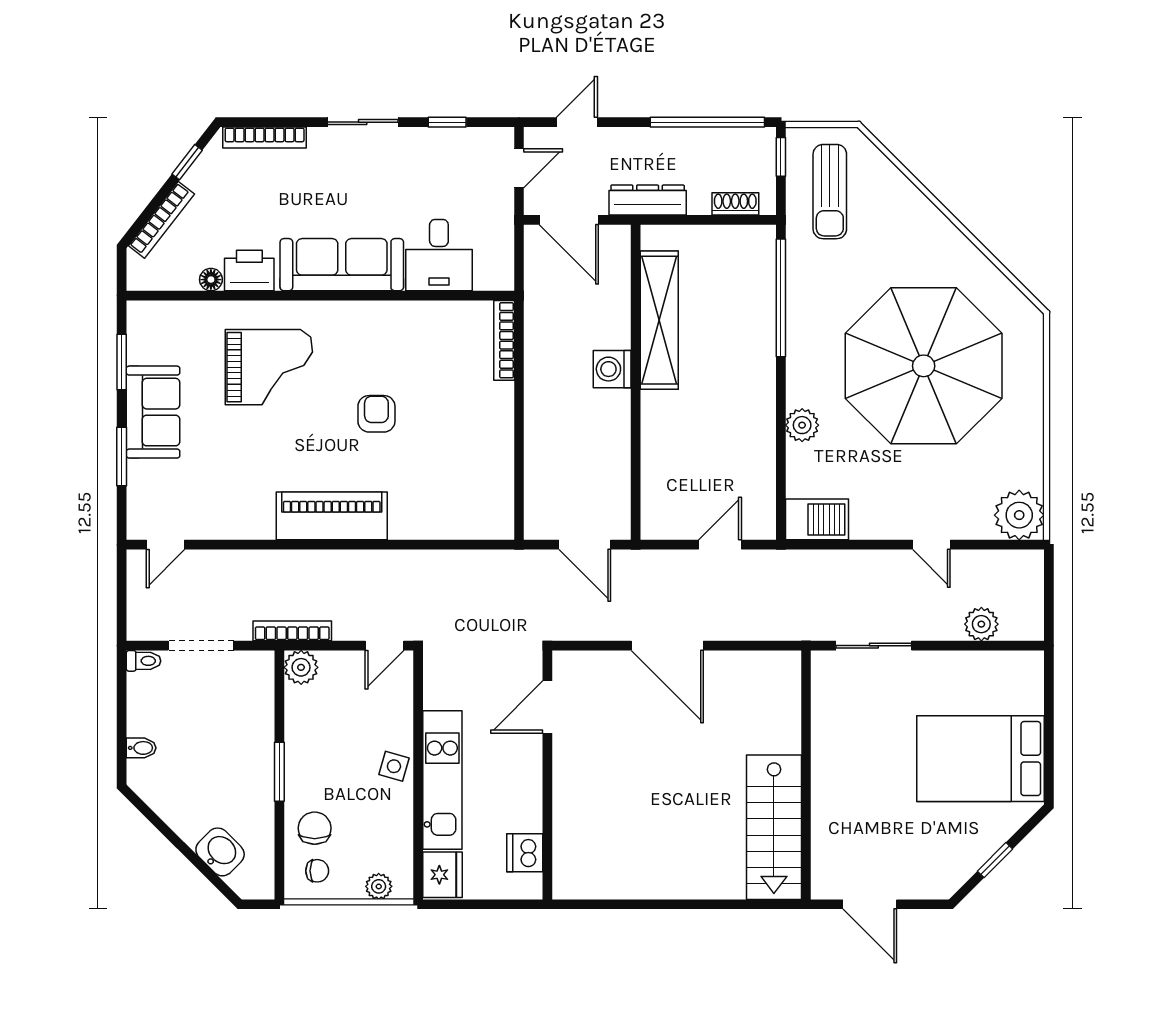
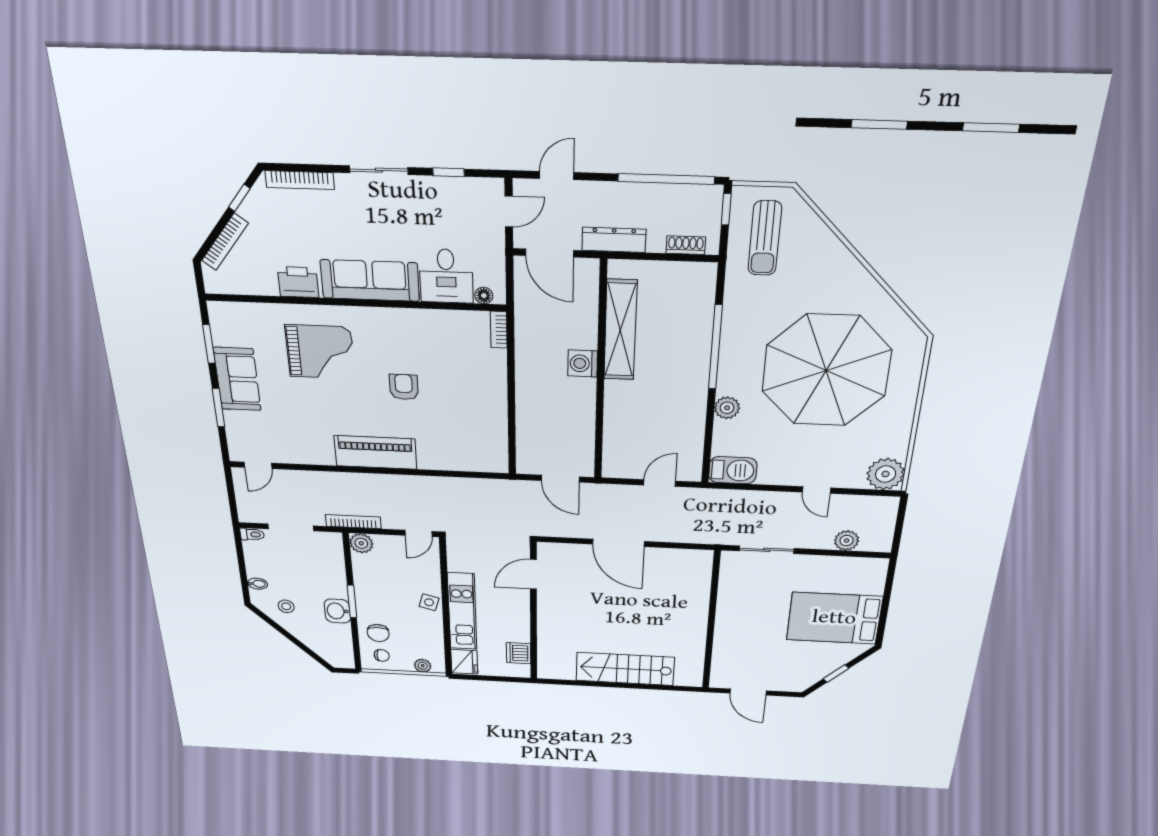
floor lamp: (211, 280) -> (484, 296), moved
window: (781, 298) -> (715, 347), moved
bookcase: (504, 340) -> (499, 330), width x0.64
stool: (180, 787) -> (286, 606), added
stairs: (774, 827) -> (625, 669), moved, turned 90
chair: (315, 828) -> (378, 633), turned 180
washbasin: (220, 852) -> (337, 611), moved, turned -135

